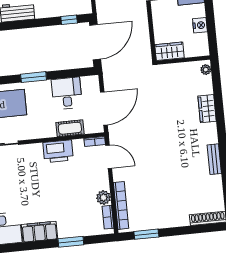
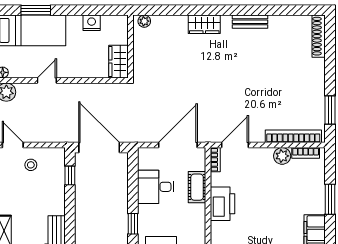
window: (34, 77) -> (133, 224), width x0.67
door: (104, 109) -> (178, 145), hinge flipped
wardrobe: (207, 109) -> (204, 24), moved

